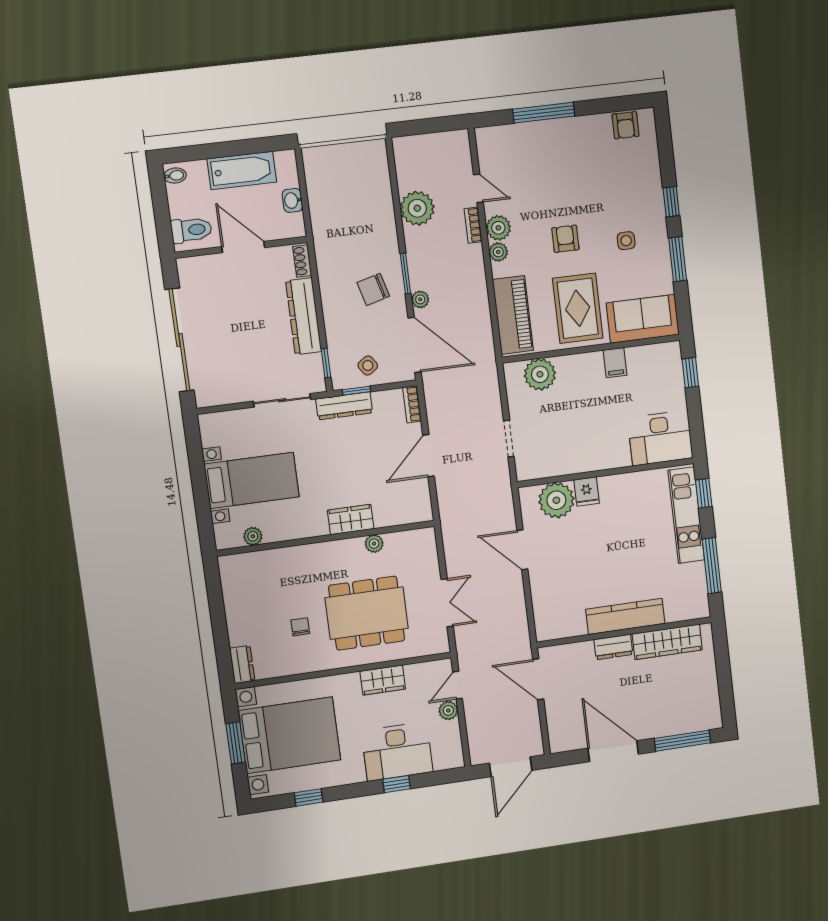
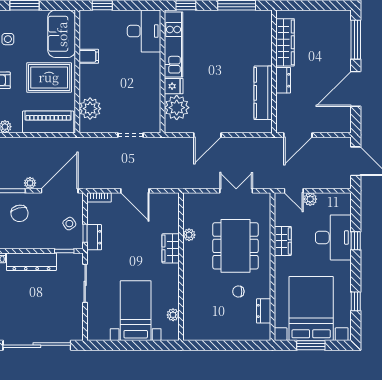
dresser: (344, 406) -> (94, 237), width x0.70
kitchen unit: (686, 515) -> (174, 45), moved, turned -90
kitchen counter: (625, 616) -> (263, 93), moved
dresser: (242, 665) -> (264, 311), moved, turned -90

